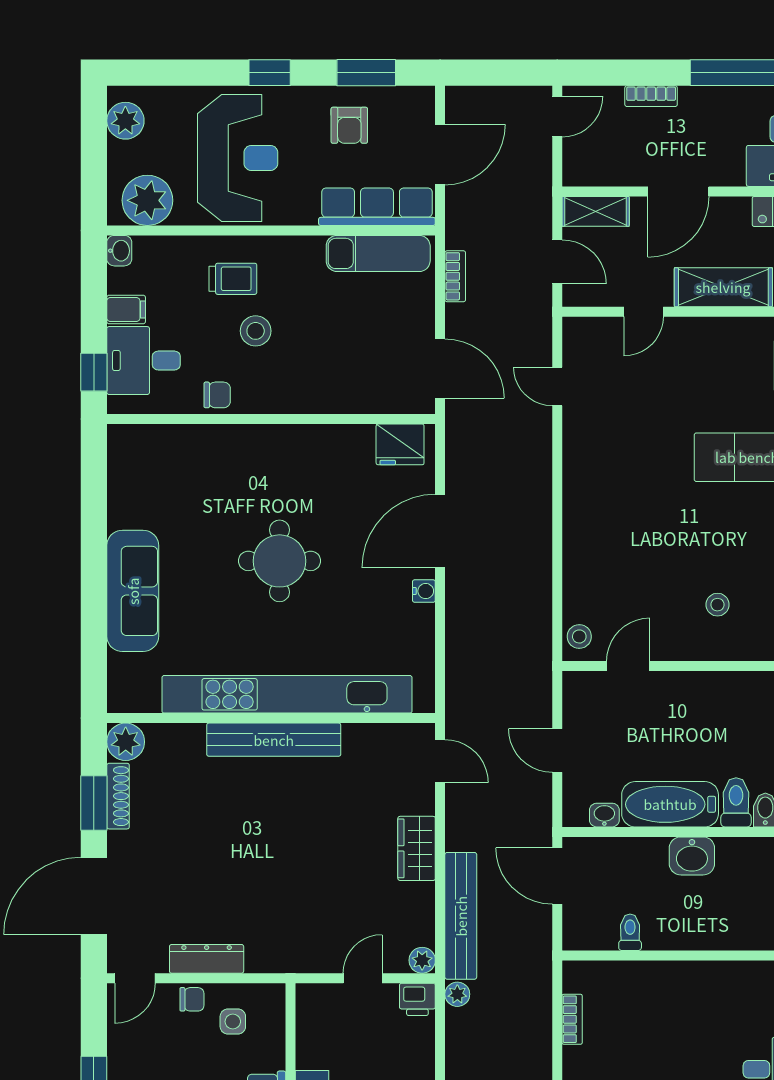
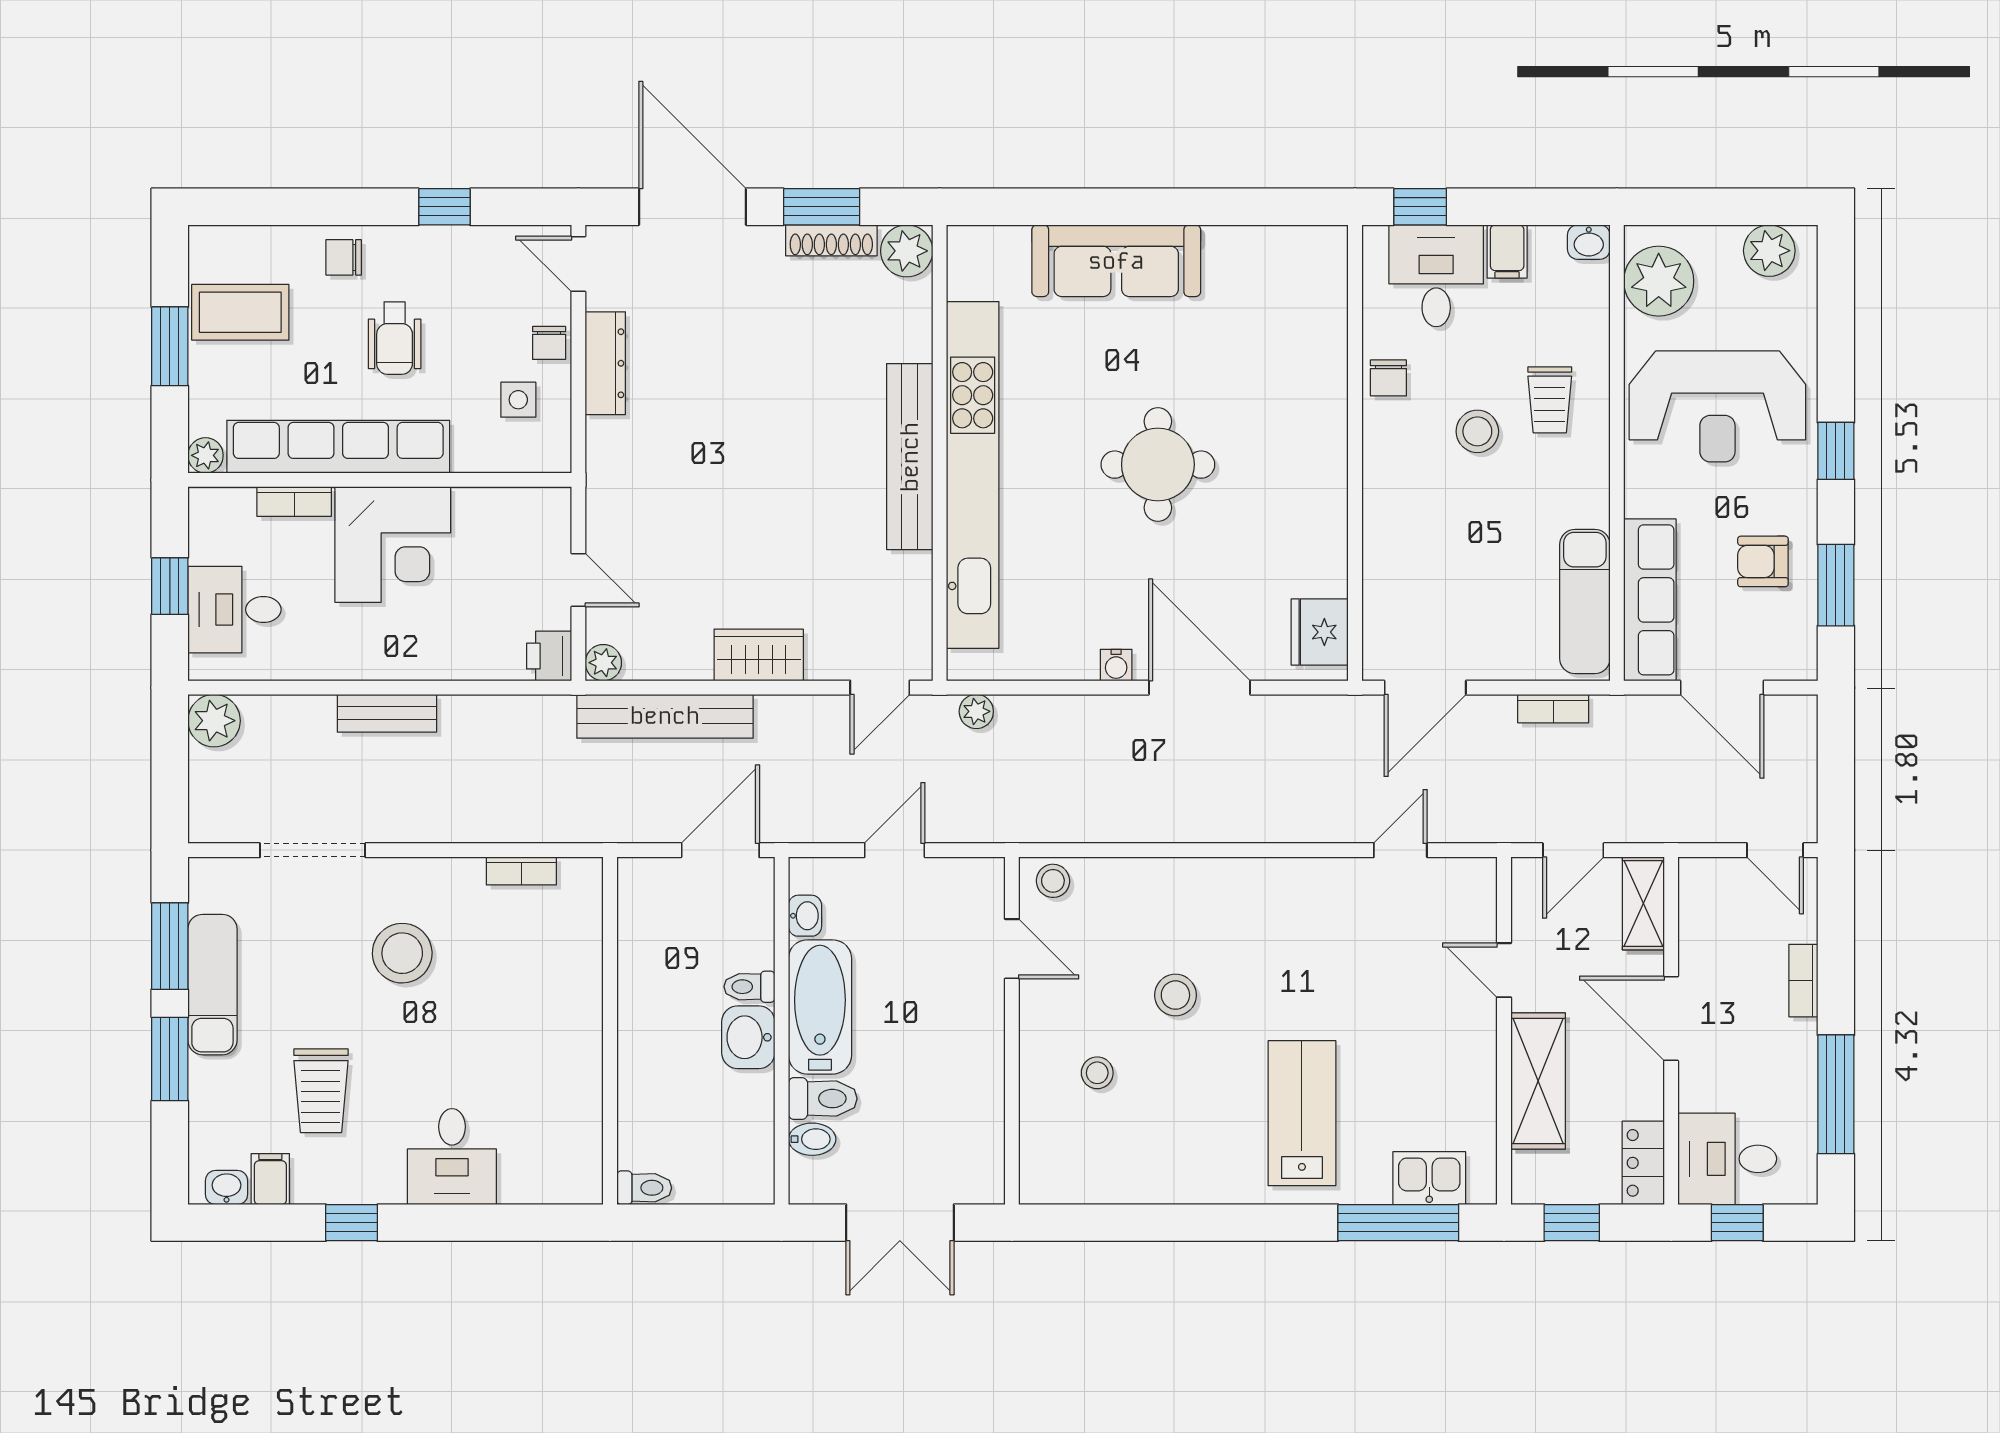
stool: (661, 548) -> (1175, 995), added
toilet: (630, 932) -> (749, 987), moved, turned 180
plant: (457, 994) -> (976, 711), moved

